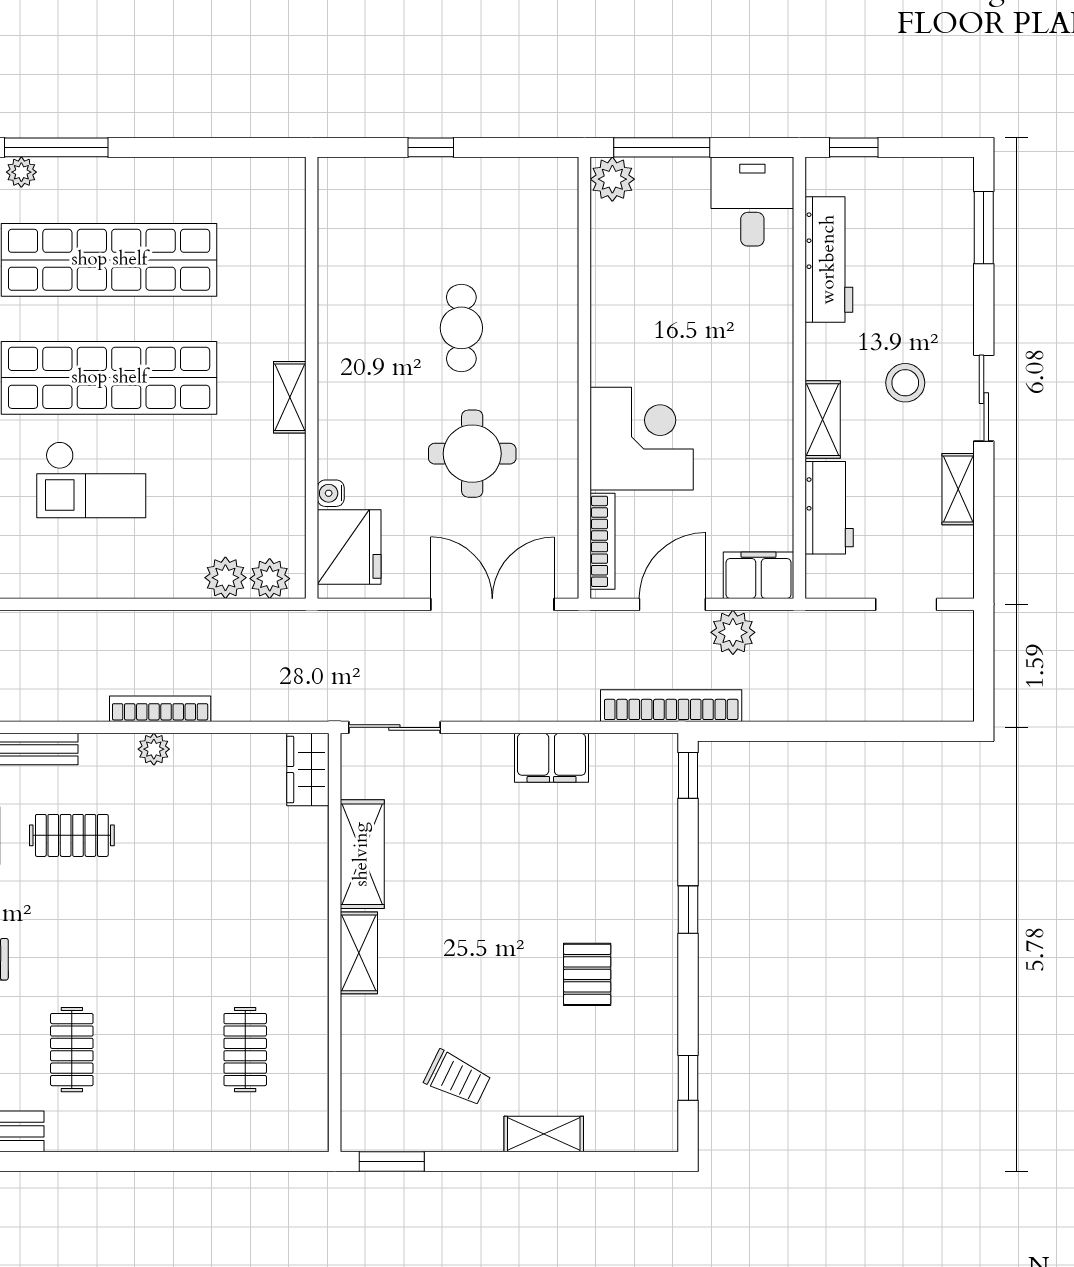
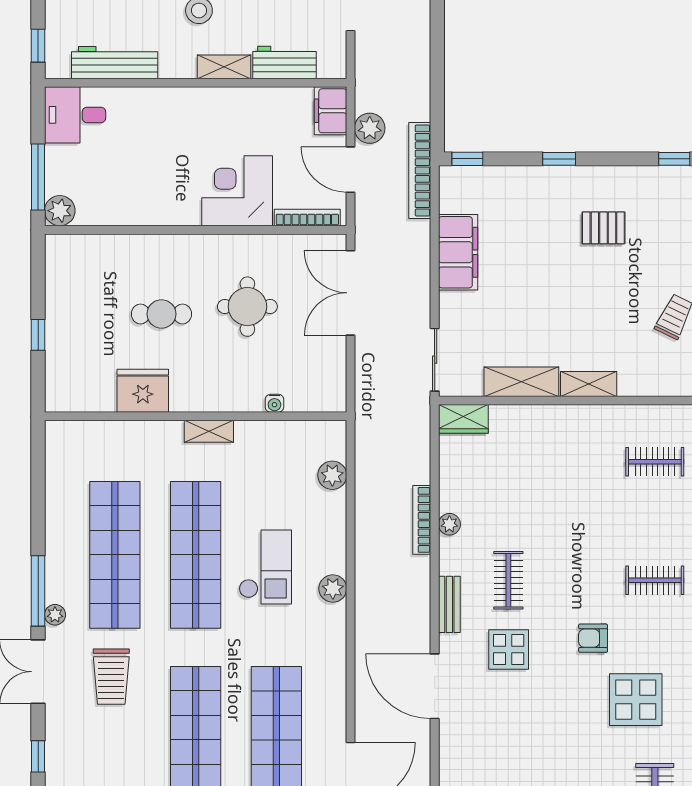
fridge: (349, 547) -> (143, 391), moved
plant: (270, 579) -> (333, 589), moved
filing cabinet: (552, 758) -> (458, 252), width x1.50, depth x1.17

